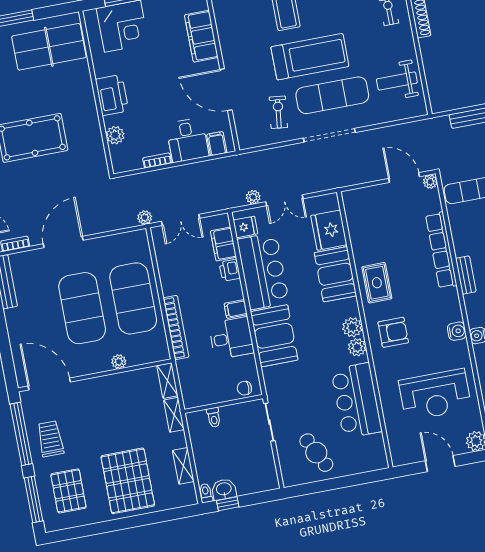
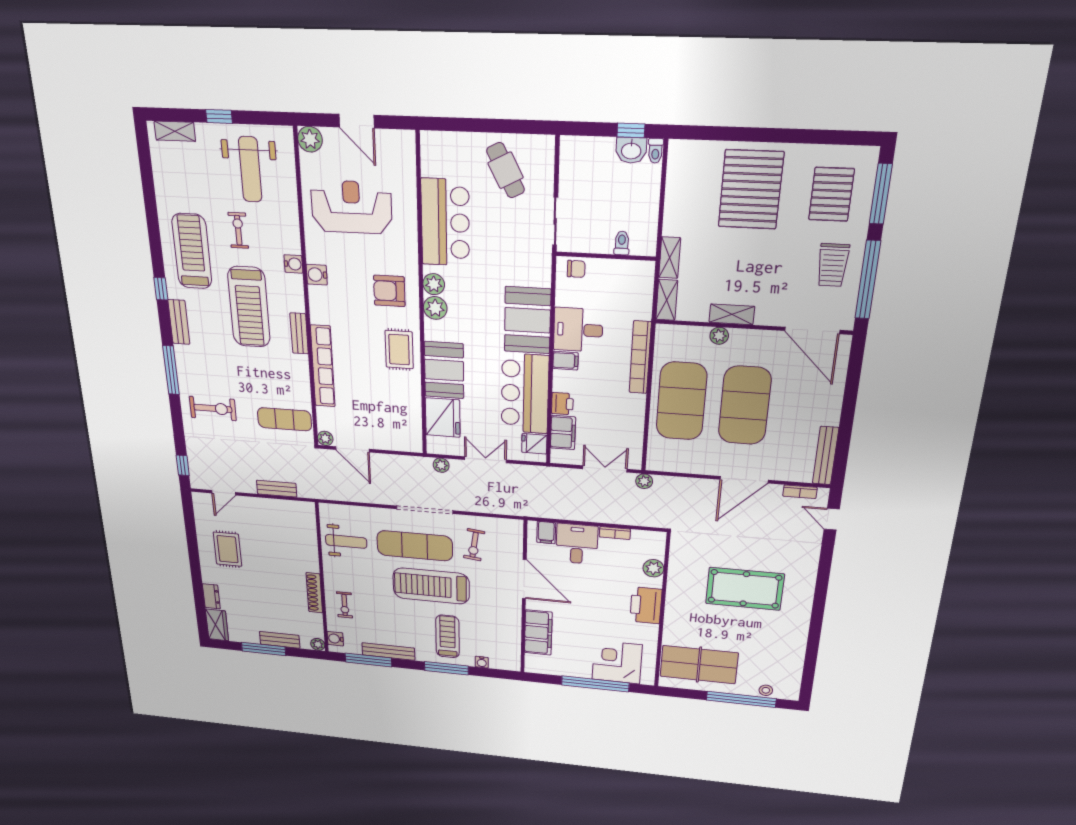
plant: (253, 197) -> (441, 465), moved
shelving: (183, 466) -> (732, 314), moved, turned 90

